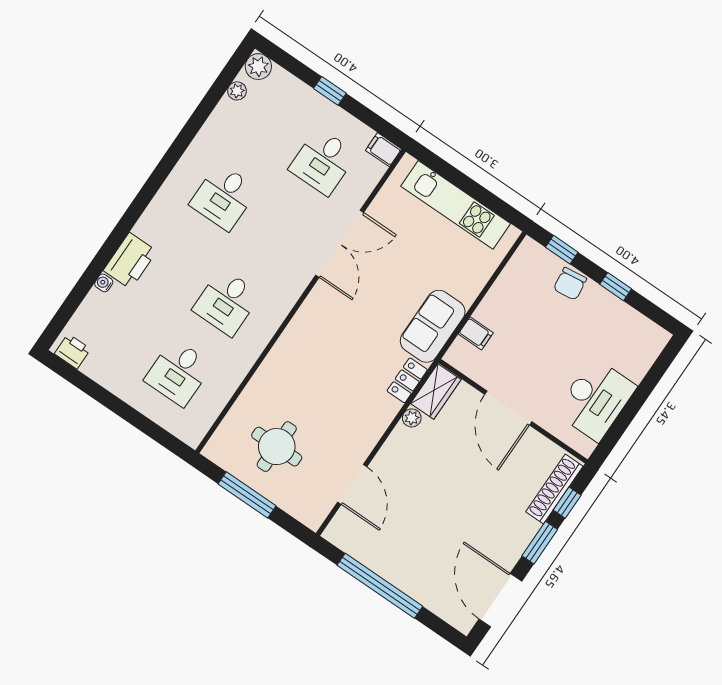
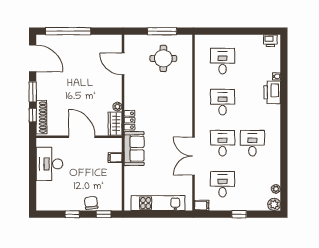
desk: (275, 232) -> (223, 143), added
window: (380, 586) -> (68, 31), moved

